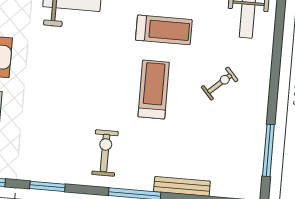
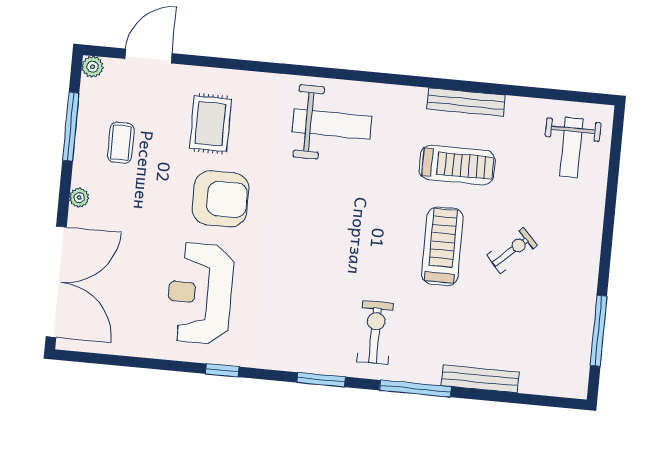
exercise bike: (220, 84) -> (512, 250), moved
window: (47, 186) -> (321, 380), moved

